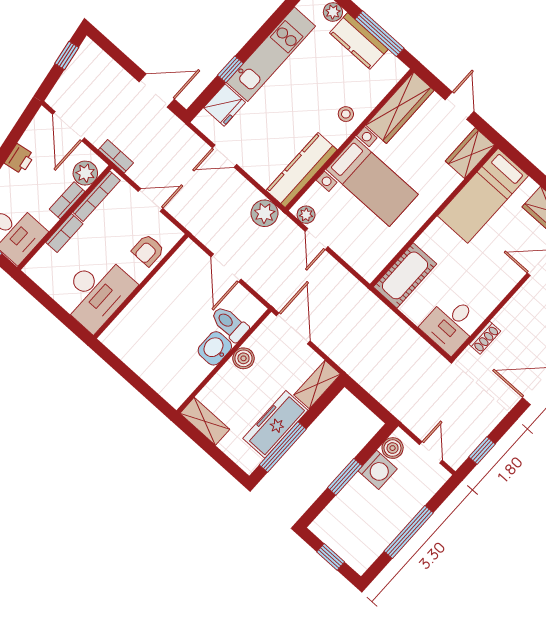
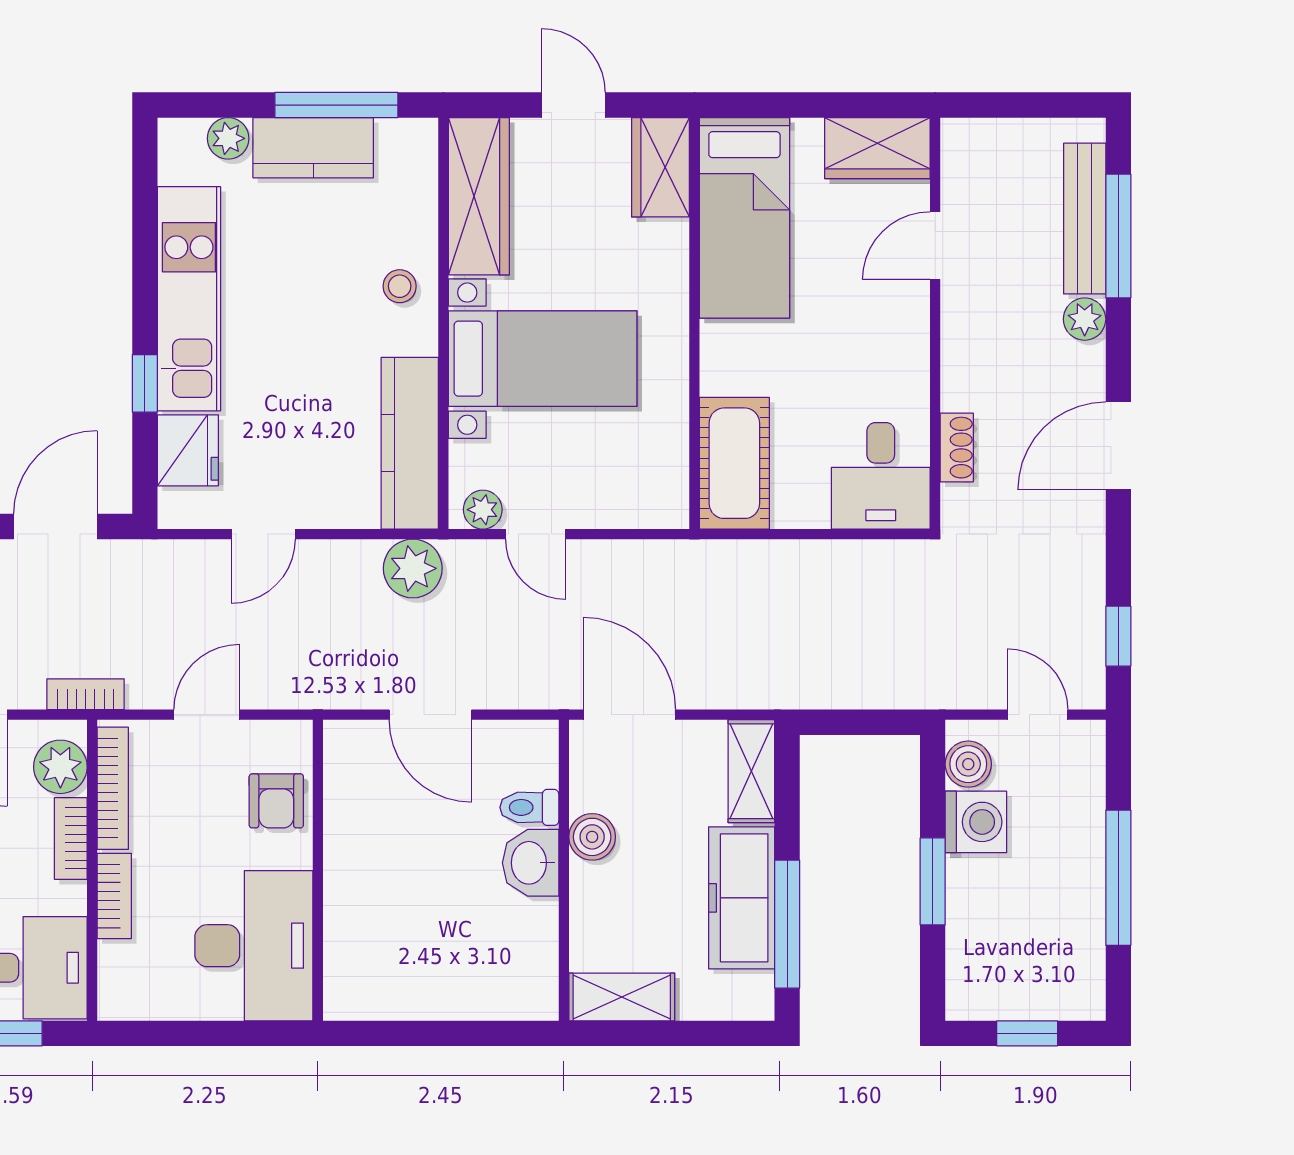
toilet: (229, 324) -> (529, 807), width x0.73, depth x0.72

